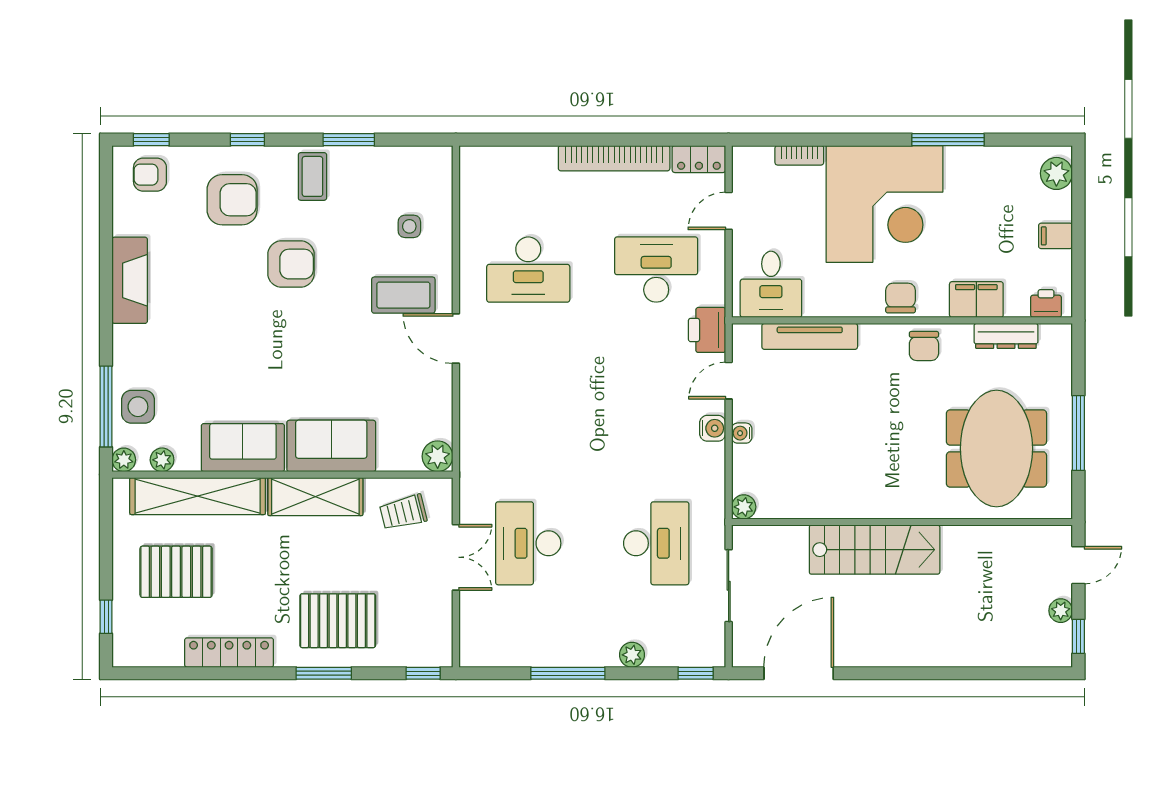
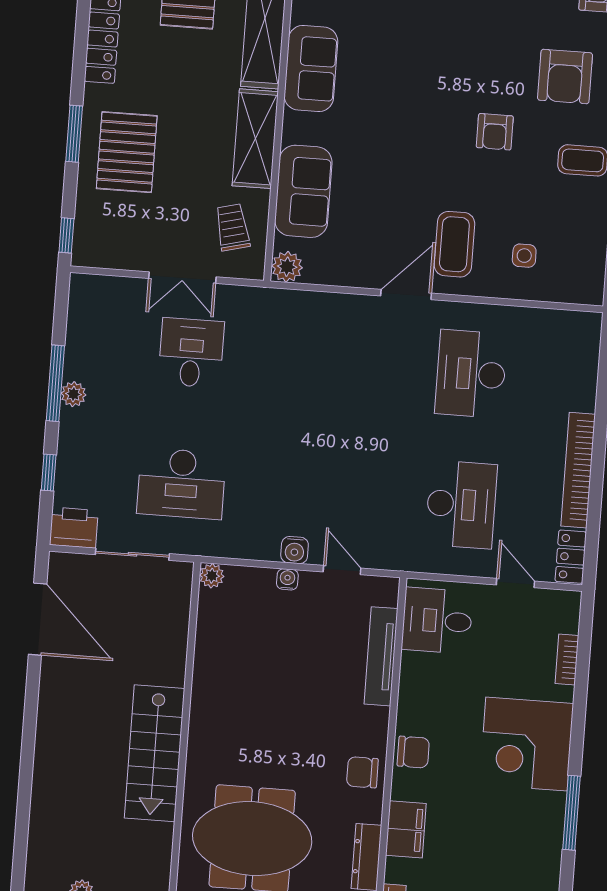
corner desk: (884, 204) -> (526, 744), width x0.74, depth x0.74
armchair: (291, 264) -> (495, 132), width x0.72, depth x0.72
printer: (707, 330) -> (74, 528), moved
sofa: (331, 446) -> (303, 191), moved
desk: (528, 543) -> (191, 353), width x0.73
stairs: (875, 550) -> (155, 753), moved
plant: (632, 655) -> (73, 394), moved
window: (696, 673) -> (49, 472), moved

